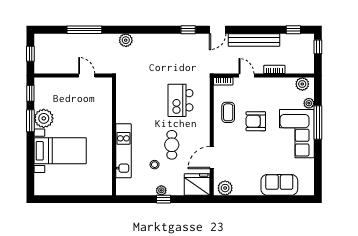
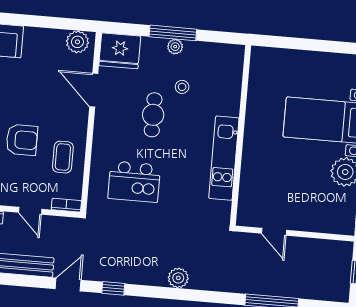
plant: (126, 40) -> (178, 278), moved
kitchen island: (180, 100) -> (134, 182), turned 90
kitchen unit: (123, 151) -> (224, 158), moved
door: (212, 158) -> (94, 90), swing flipped
window: (164, 199) -> (173, 33), width x2.17

